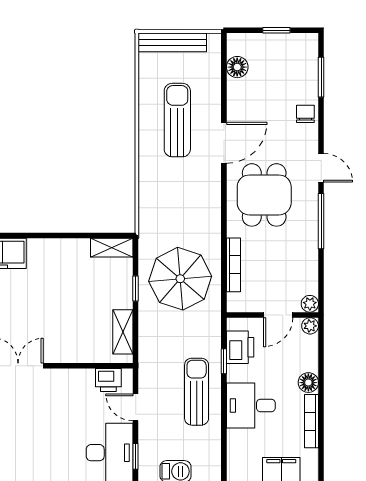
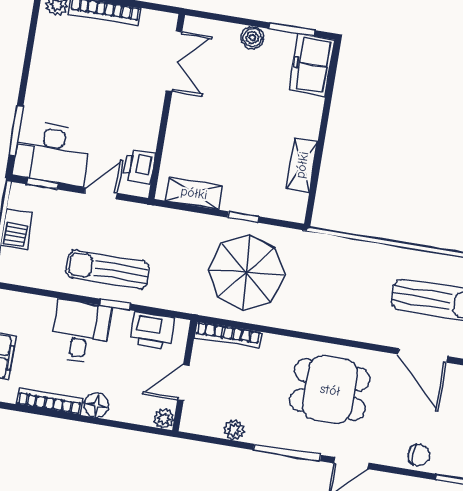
door: (224, 143) -> (423, 355), moved
shelving: (112, 248) -> (302, 165), moved
bookcase: (233, 265) -> (228, 335), moved
plant: (310, 304) -> (234, 430), moved
door: (278, 315) -> (183, 383), hinge flipped
window: (224, 361) -> (115, 304), moved
sun lounger: (197, 392) -> (108, 270), turned 180

